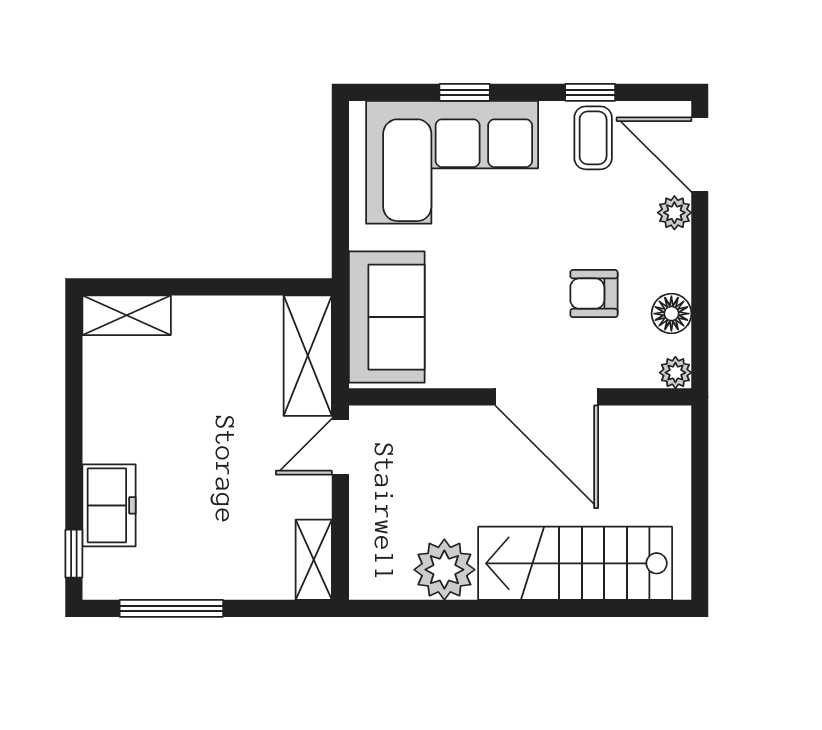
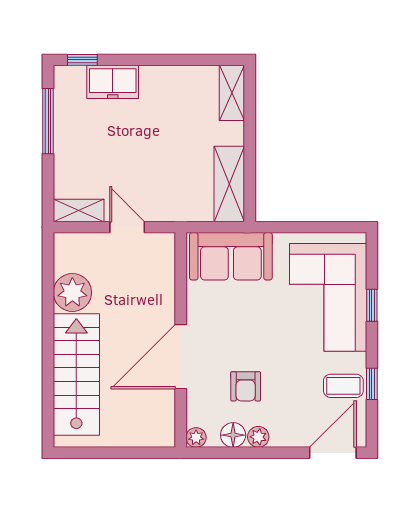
plant: (674, 213) -> (258, 437), moved
armchair: (594, 294) -> (246, 386), turned 180
shelving: (308, 356) -> (229, 184), moved, turned 90
door: (340, 447) -> (127, 227), moved

